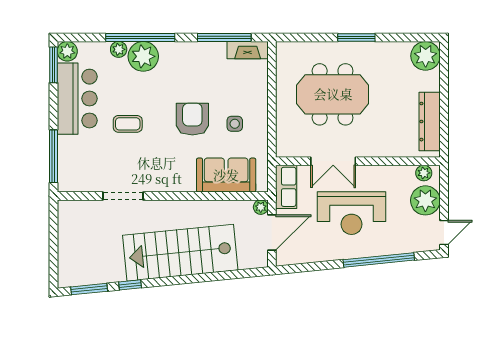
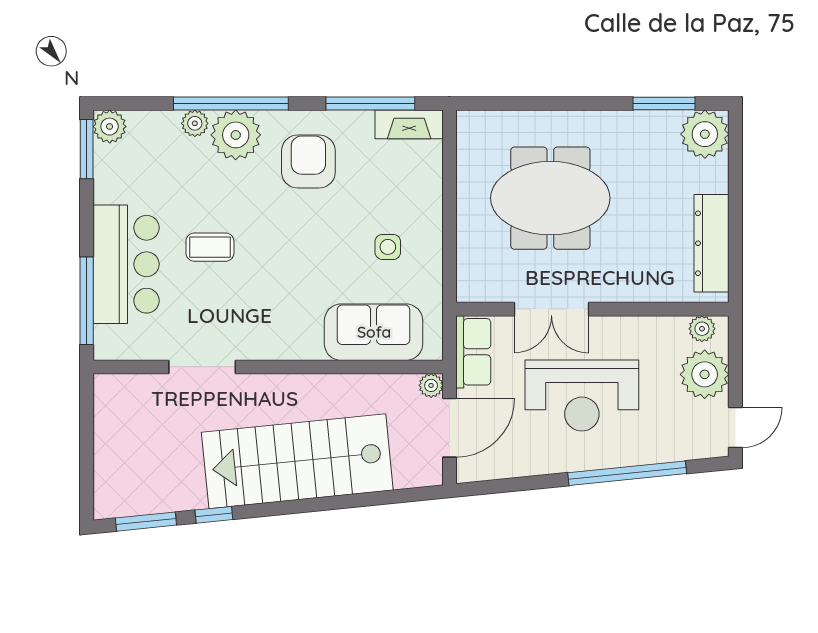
window: (356, 37) -> (664, 104), moved
bar counter: (77, 99) -> (126, 264), moved
armchair: (192, 119) -> (308, 162), moved

